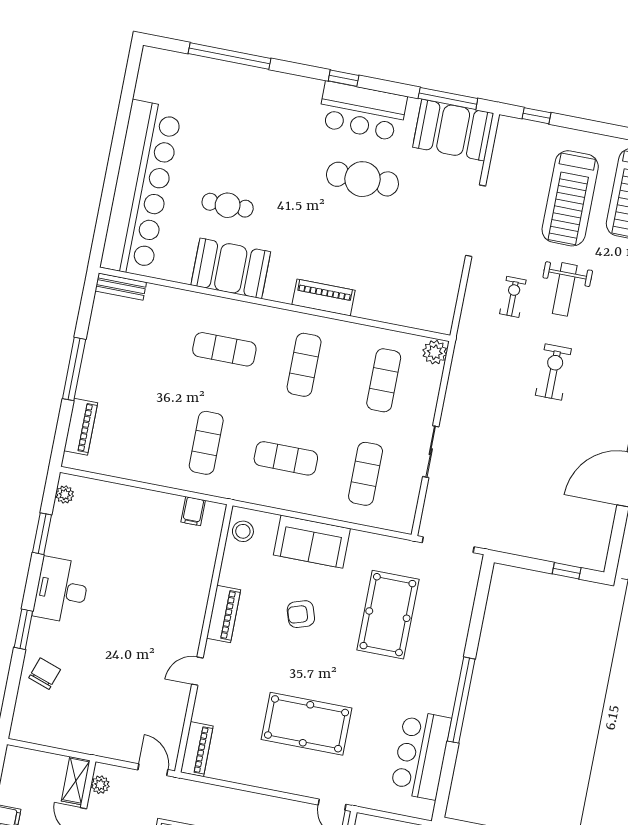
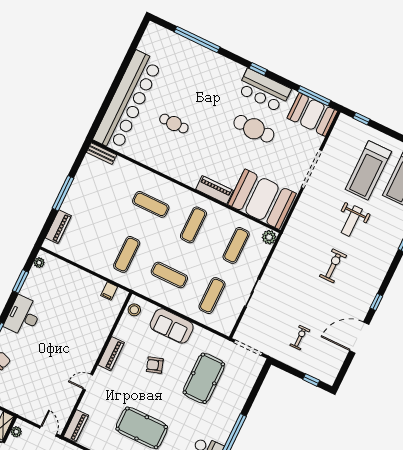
booth: (231, 268) -> (262, 199), moved, width x1.36, depth x1.42
exercise bike: (513, 297) -> (300, 338), moved

